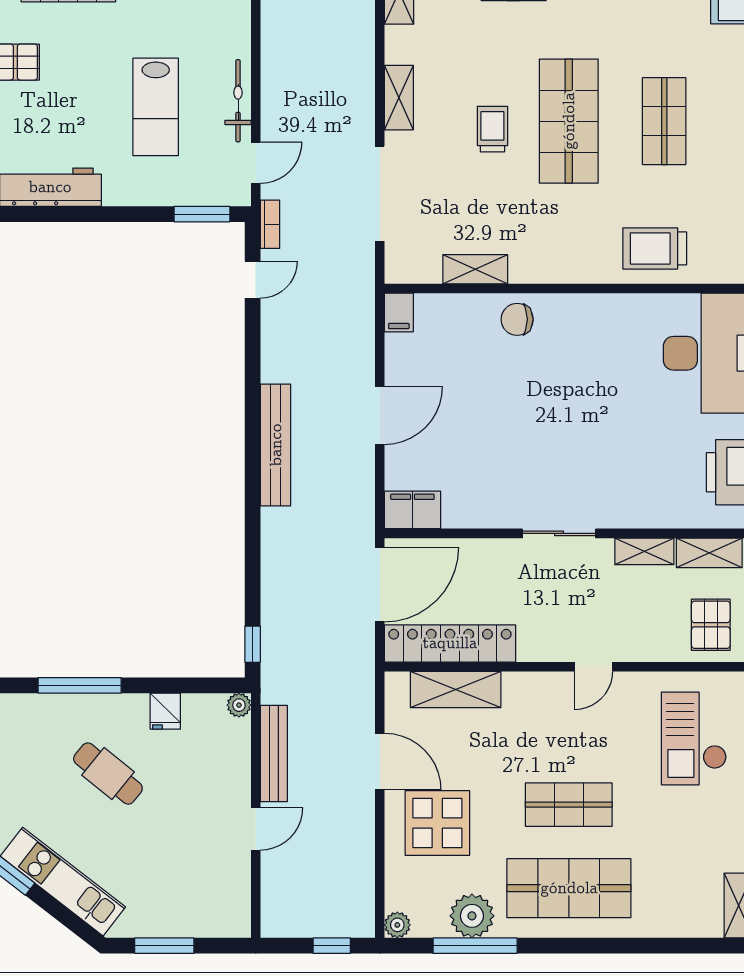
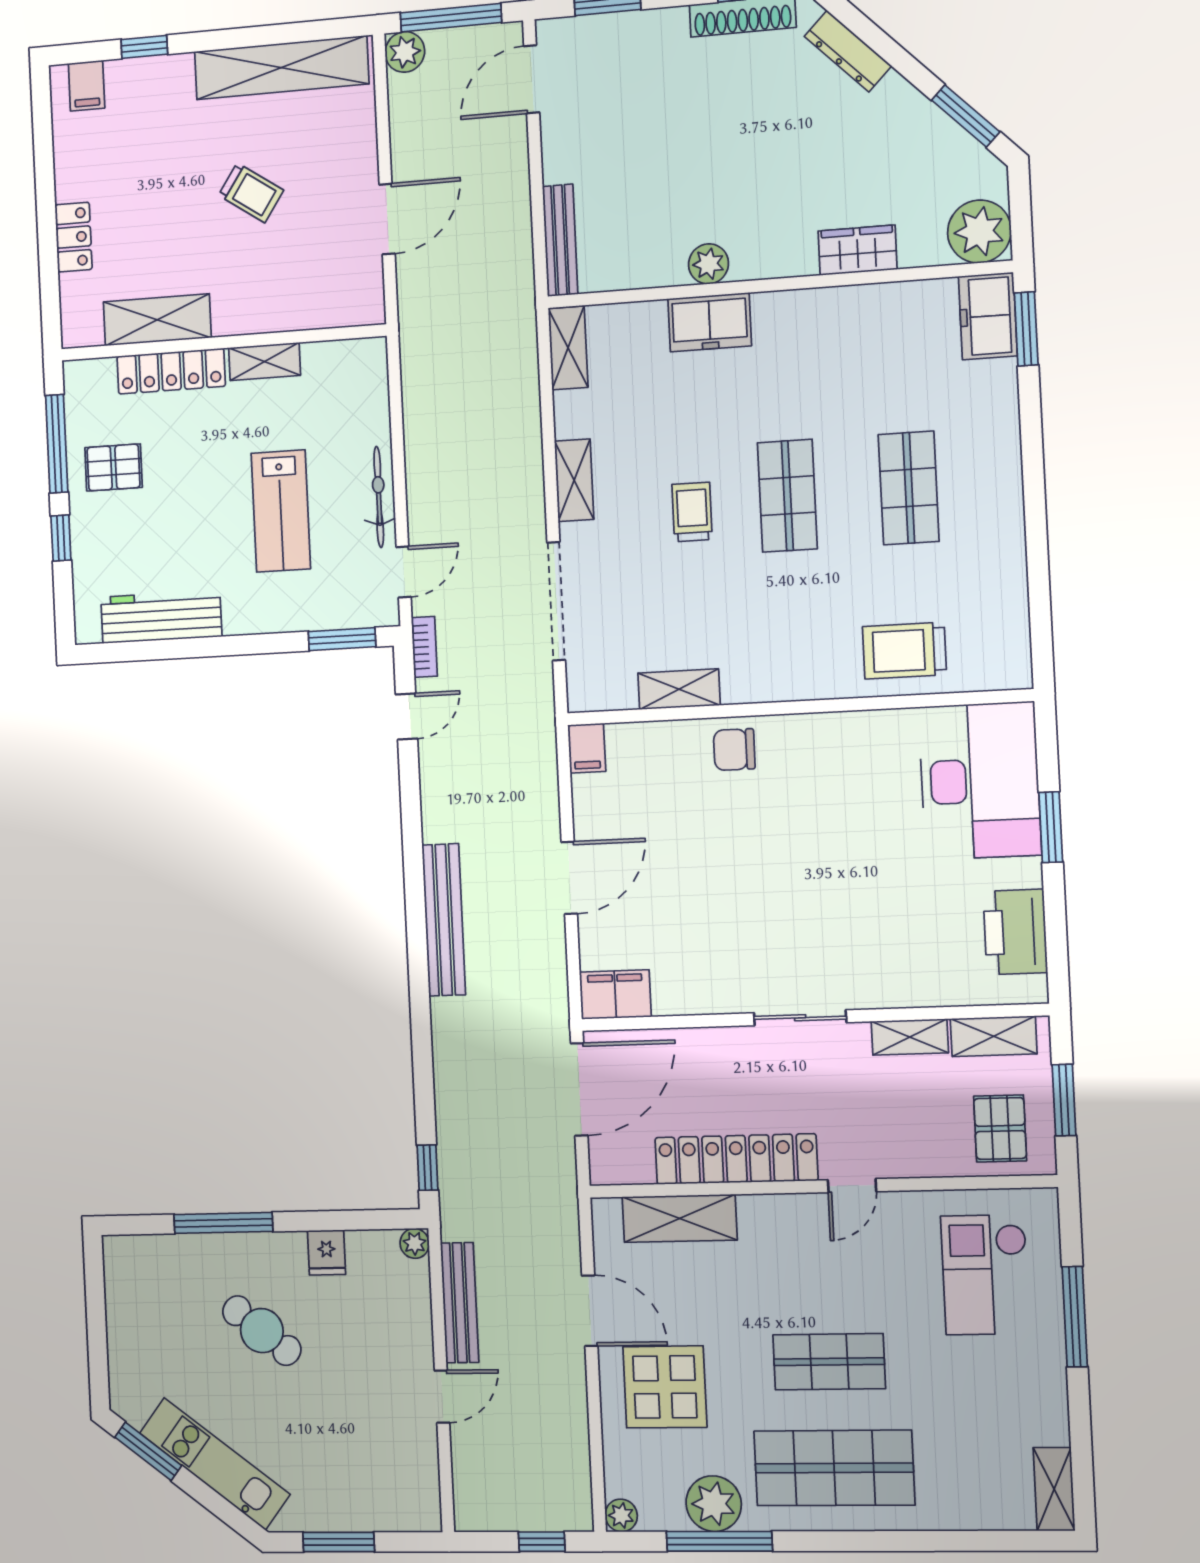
shop shelf: (569, 121) -> (787, 496), width x0.70, depth x0.74
locker: (450, 643) -> (736, 1159), moved

